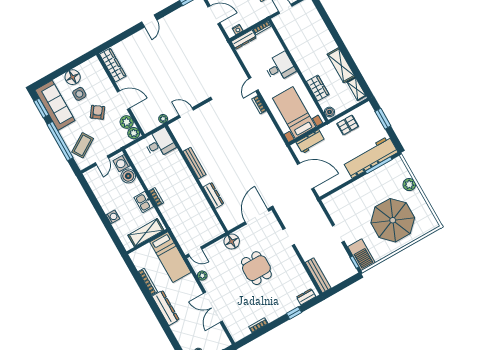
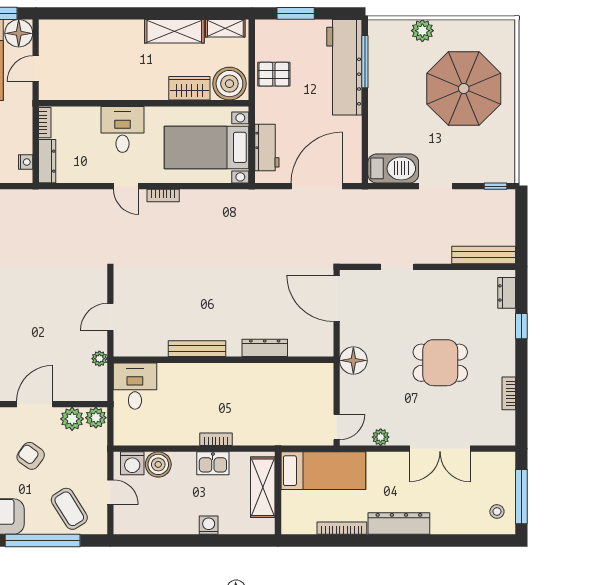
boiler: (329, 112) -> (229, 84), width x1.86, depth x1.86
pallet: (348, 125) -> (274, 74), turned 90
barbecue: (361, 255) -> (393, 168), moved
dining table: (256, 268) -> (440, 363), moved

